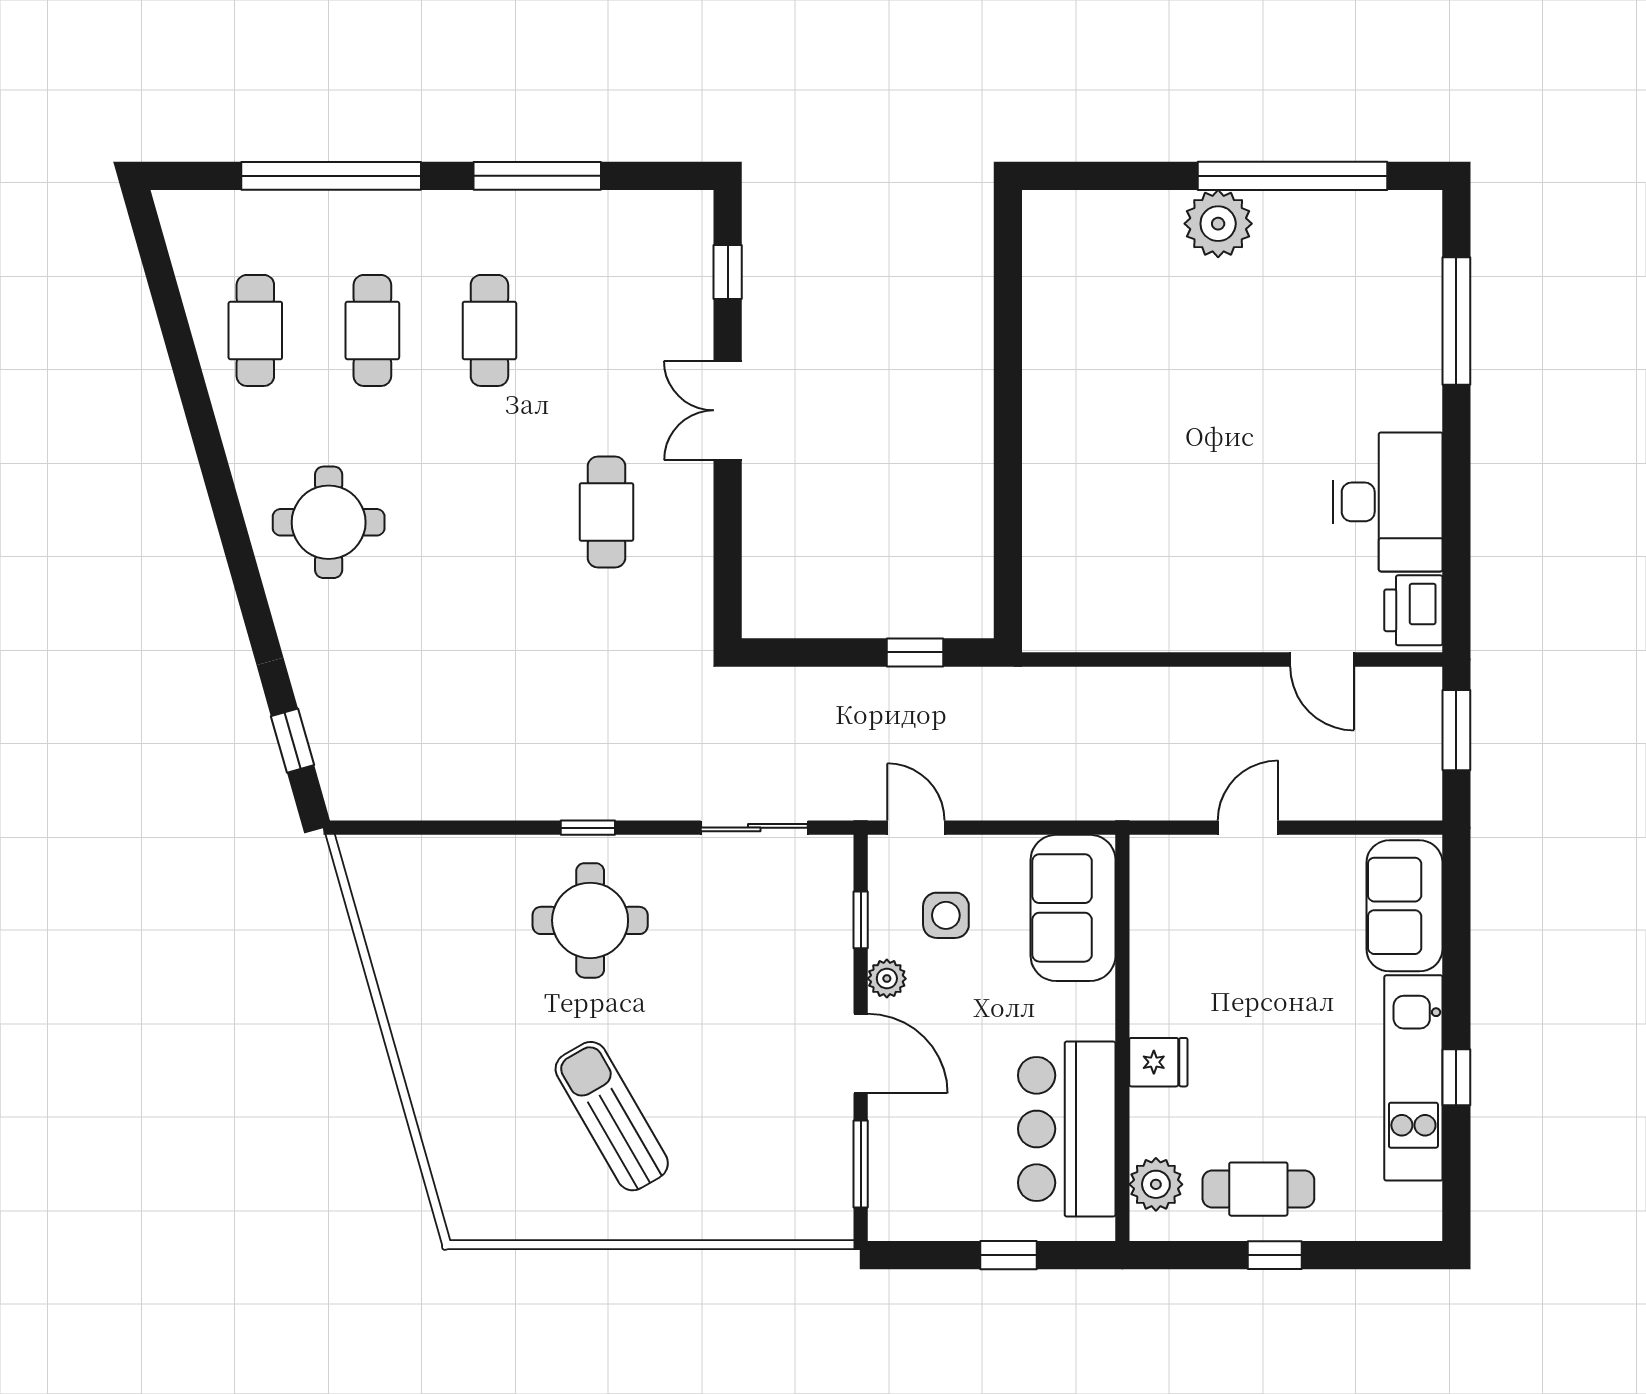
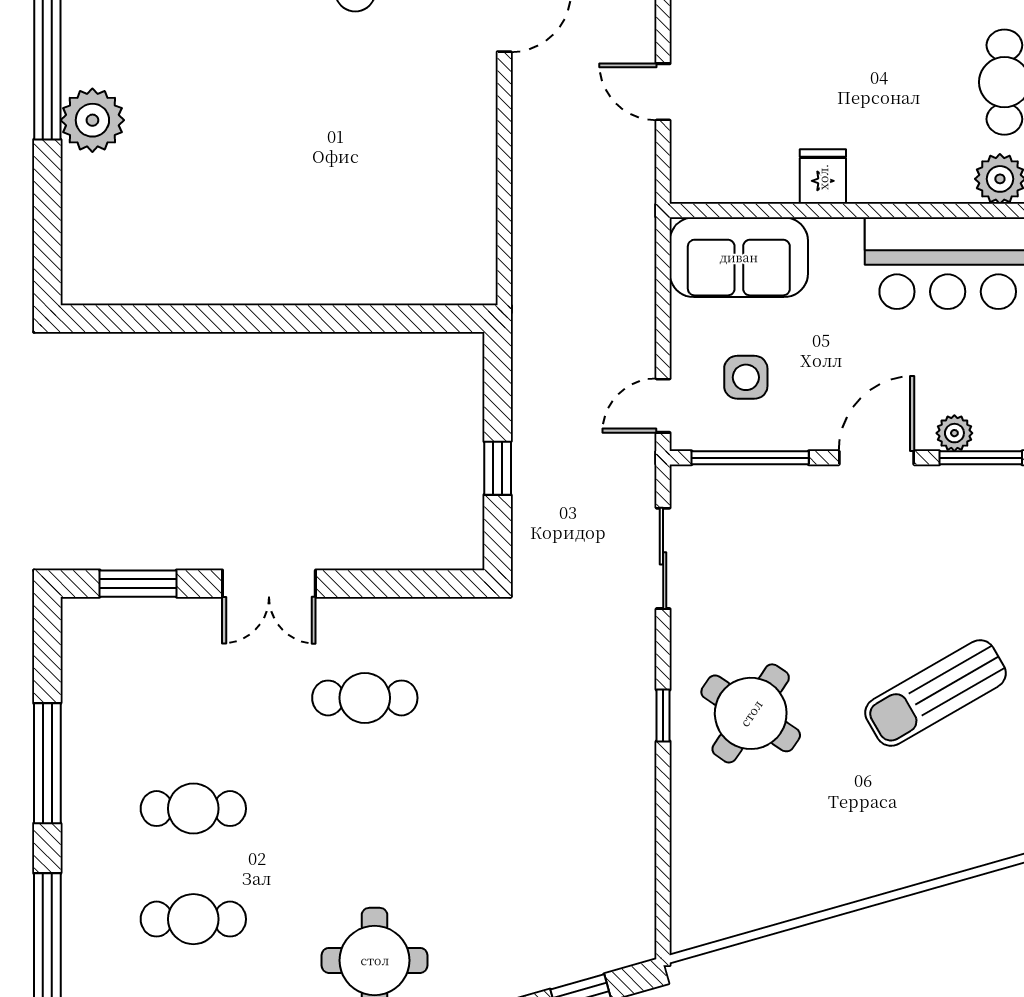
window: (728, 272) -> (138, 584), width x1.50
window: (915, 652) -> (498, 468), moved
round table: (590, 920) -> (751, 713), turned 34
window: (861, 920) -> (750, 458), width x2.17
plant: (887, 979) -> (954, 433), moved
fridge: (1158, 1062) -> (823, 177), moved

